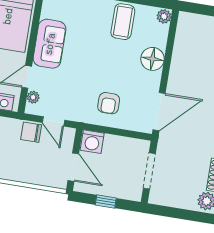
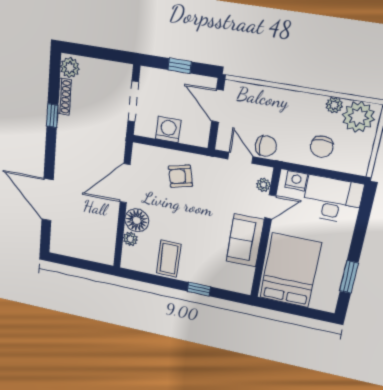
plant: (164, 16) -> (130, 239), moved
armchair: (109, 103) -> (180, 176), turned -104
door: (159, 112) -> (125, 183), moved
washing machine: (92, 142) -> (168, 130), moved

